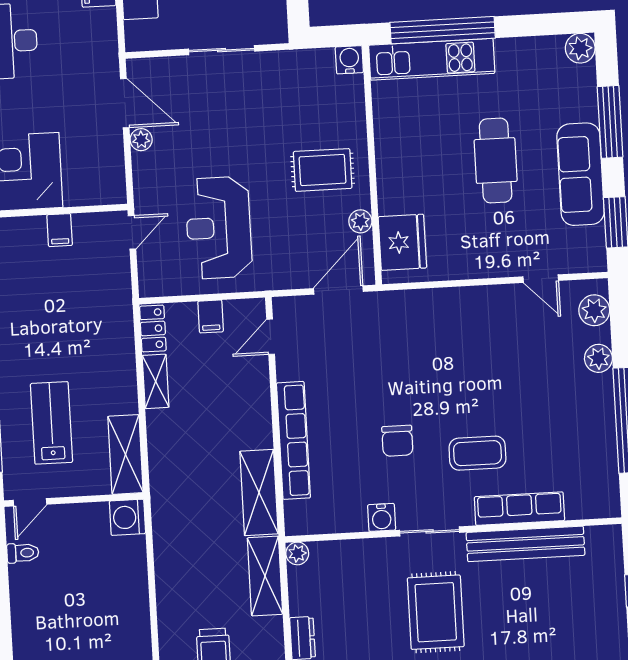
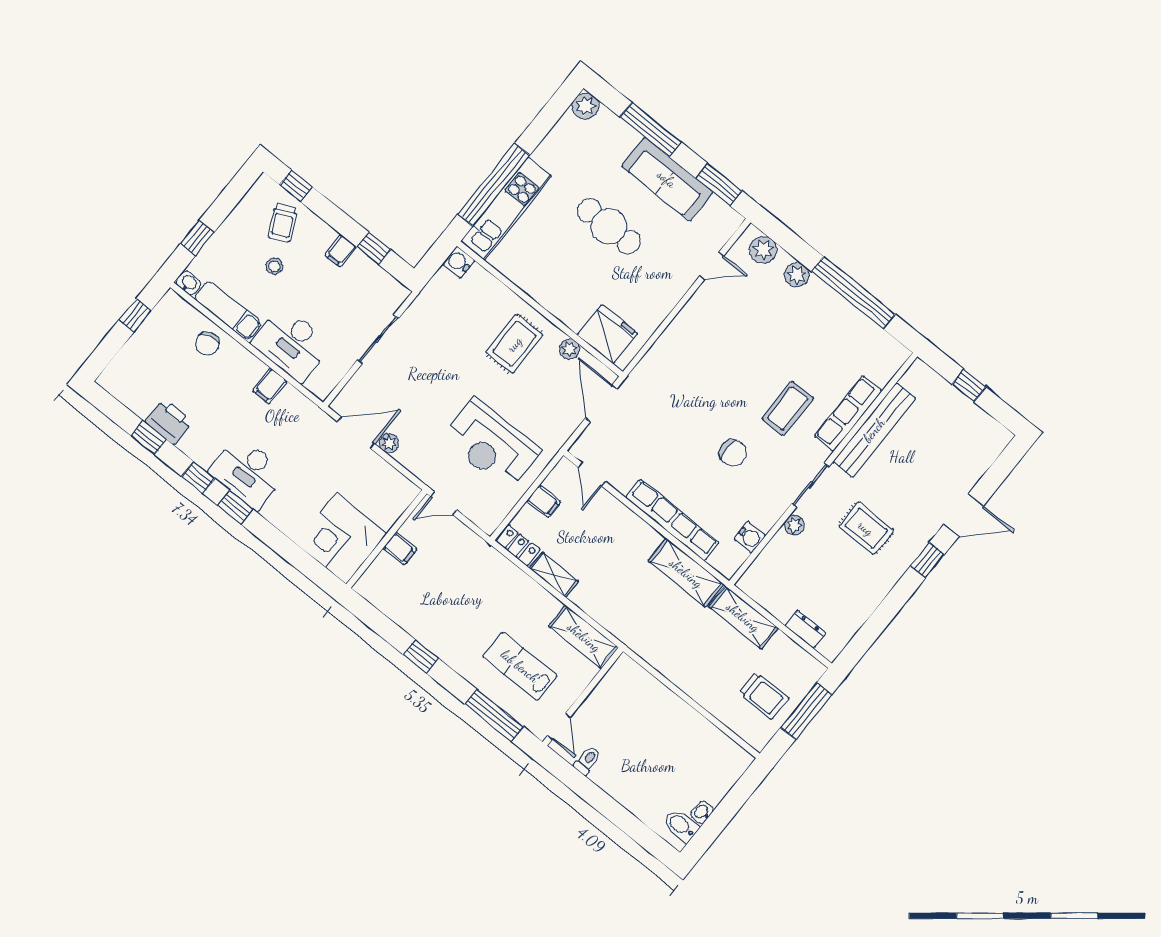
door: (132, 232) -> (444, 503), swing flipped
washing machine: (127, 517) -> (625, 672), removed
water cooler: (382, 517) -> (750, 537), moved
plant: (297, 553) -> (794, 525), moved
rug: (436, 612) -> (866, 528), width x0.73, depth x0.70

